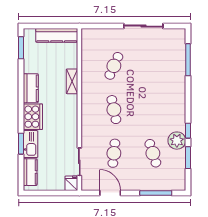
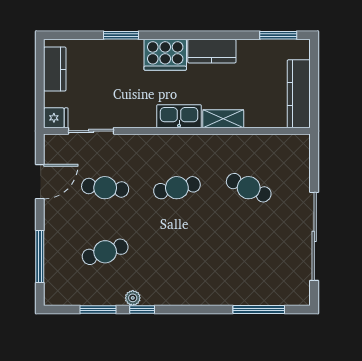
sliding door: (143, 26) -> (314, 236), width x1.36
plant: (177, 141) -> (133, 298), width x0.53, depth x0.53
kitchen sink: (31, 144) -> (179, 116), moved, turned 180
kitchen counter: (30, 172) -> (55, 69), moved, turned -90

